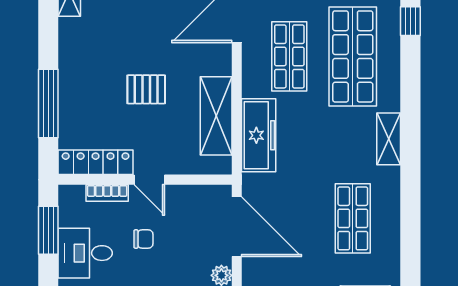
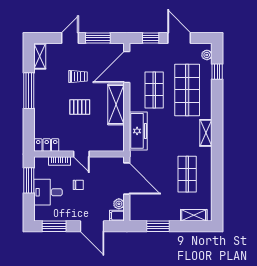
trolley: (143, 30) -> (78, 76), added
window: (48, 104) -> (29, 91), moved
shelving: (216, 116) -> (116, 104), moved
locker: (96, 162) -> (47, 145), width x0.66

